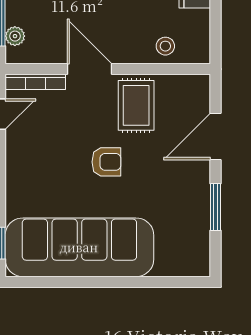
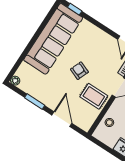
armchair: (106, 162) -> (79, 71), turned 112
plant: (200, 267) -> (15, 81), added

